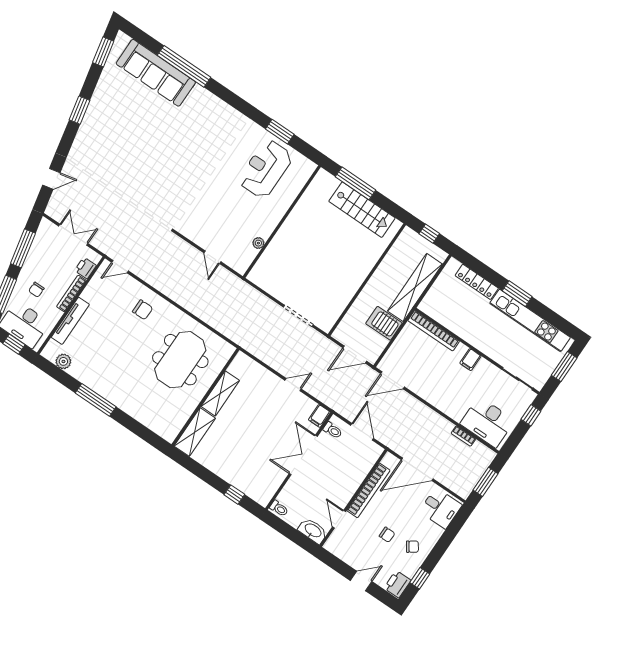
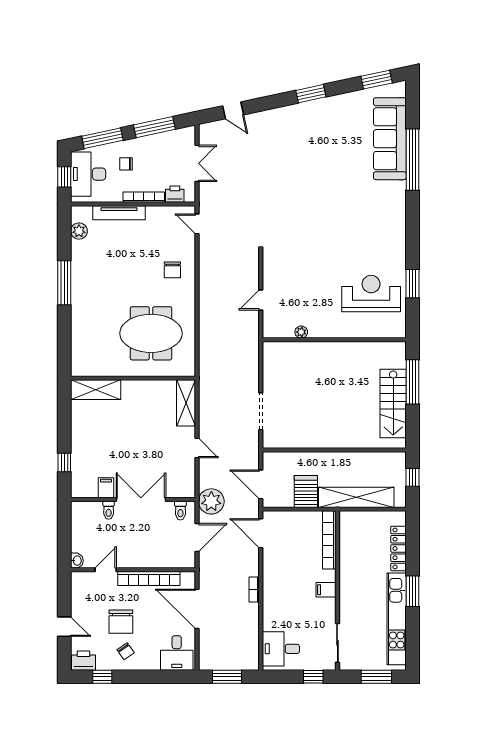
shelving: (220, 393) -> (186, 403), moved, turned 90
plant: (342, 402) -> (211, 501), added
filing cabinet: (319, 416) -> (106, 488), moved, turned 90
desk: (487, 422) -> (281, 649), width x0.73
bookcase: (463, 436) -> (254, 590), moved
toilet: (279, 508) -> (109, 510), moved
washbasin: (313, 531) -> (77, 561), width x0.52, depth x0.69
chair: (387, 535) -> (121, 622), width x1.87, depth x1.87

